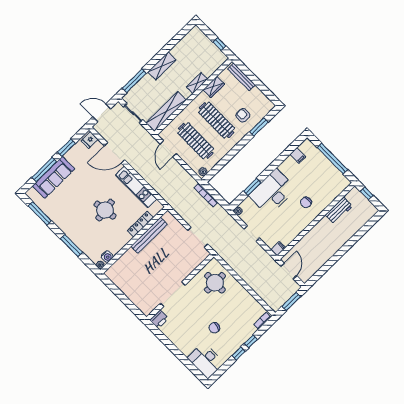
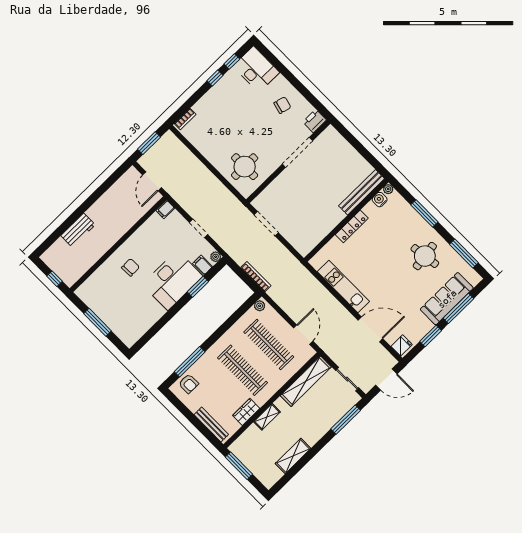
window: (219, 44) -> (239, 466), width x2.17
shelving: (162, 66) -> (293, 456), moved
armchair: (243, 115) -> (189, 384), moved
window: (259, 127) -> (190, 362), width x1.44
filing cabinet: (298, 156) -> (203, 265), moved
window: (332, 159) -> (97, 322), width x0.68
round table: (105, 210) -> (425, 256), moved
workbench: (339, 211) -> (78, 230), moved, turned 180
locker: (140, 224) -> (352, 226), moved
bench: (149, 235) -> (362, 192), moved
chair: (214, 328) -> (282, 105), moved
window: (251, 341) -> (232, 61), moved

